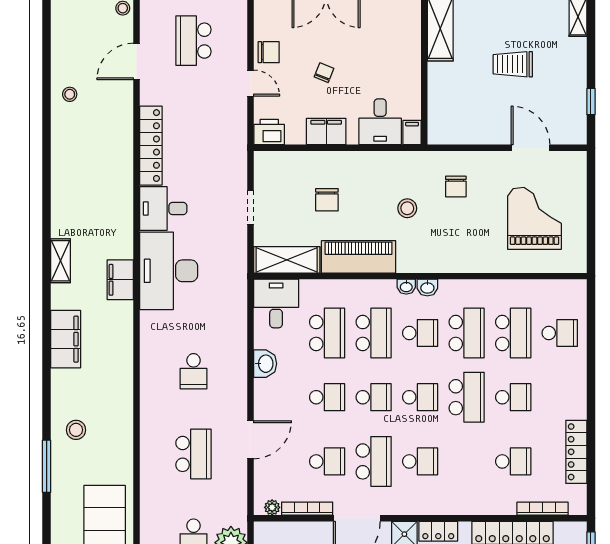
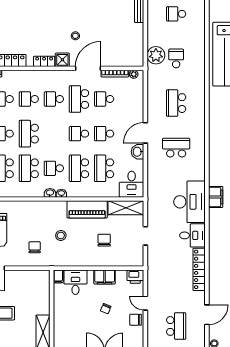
school desk: (193, 371) -> (176, 148), width x1.85
school desk: (420, 397) -> (29, 99), moved
door: (250, 440) -> (145, 133), moved

